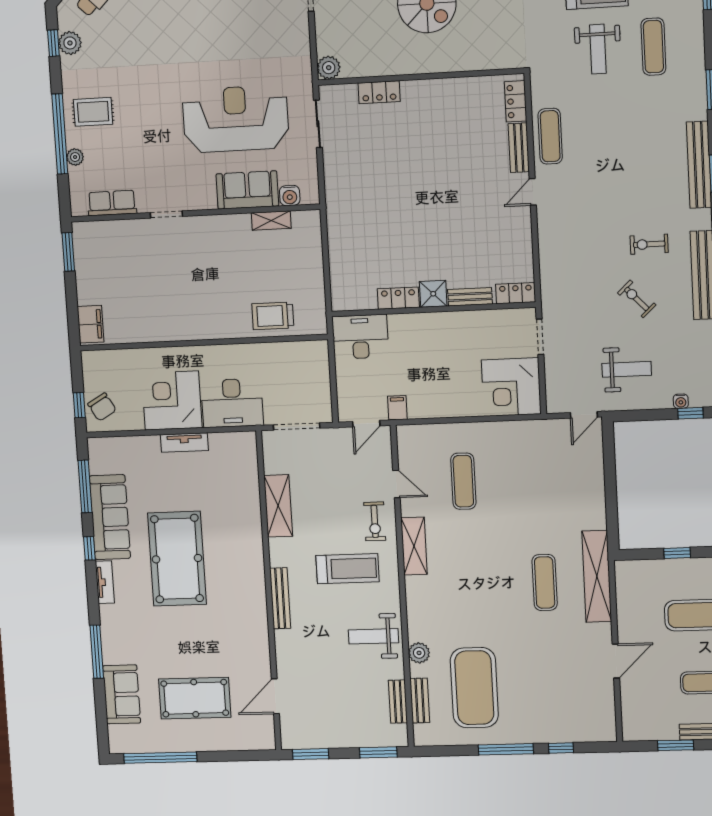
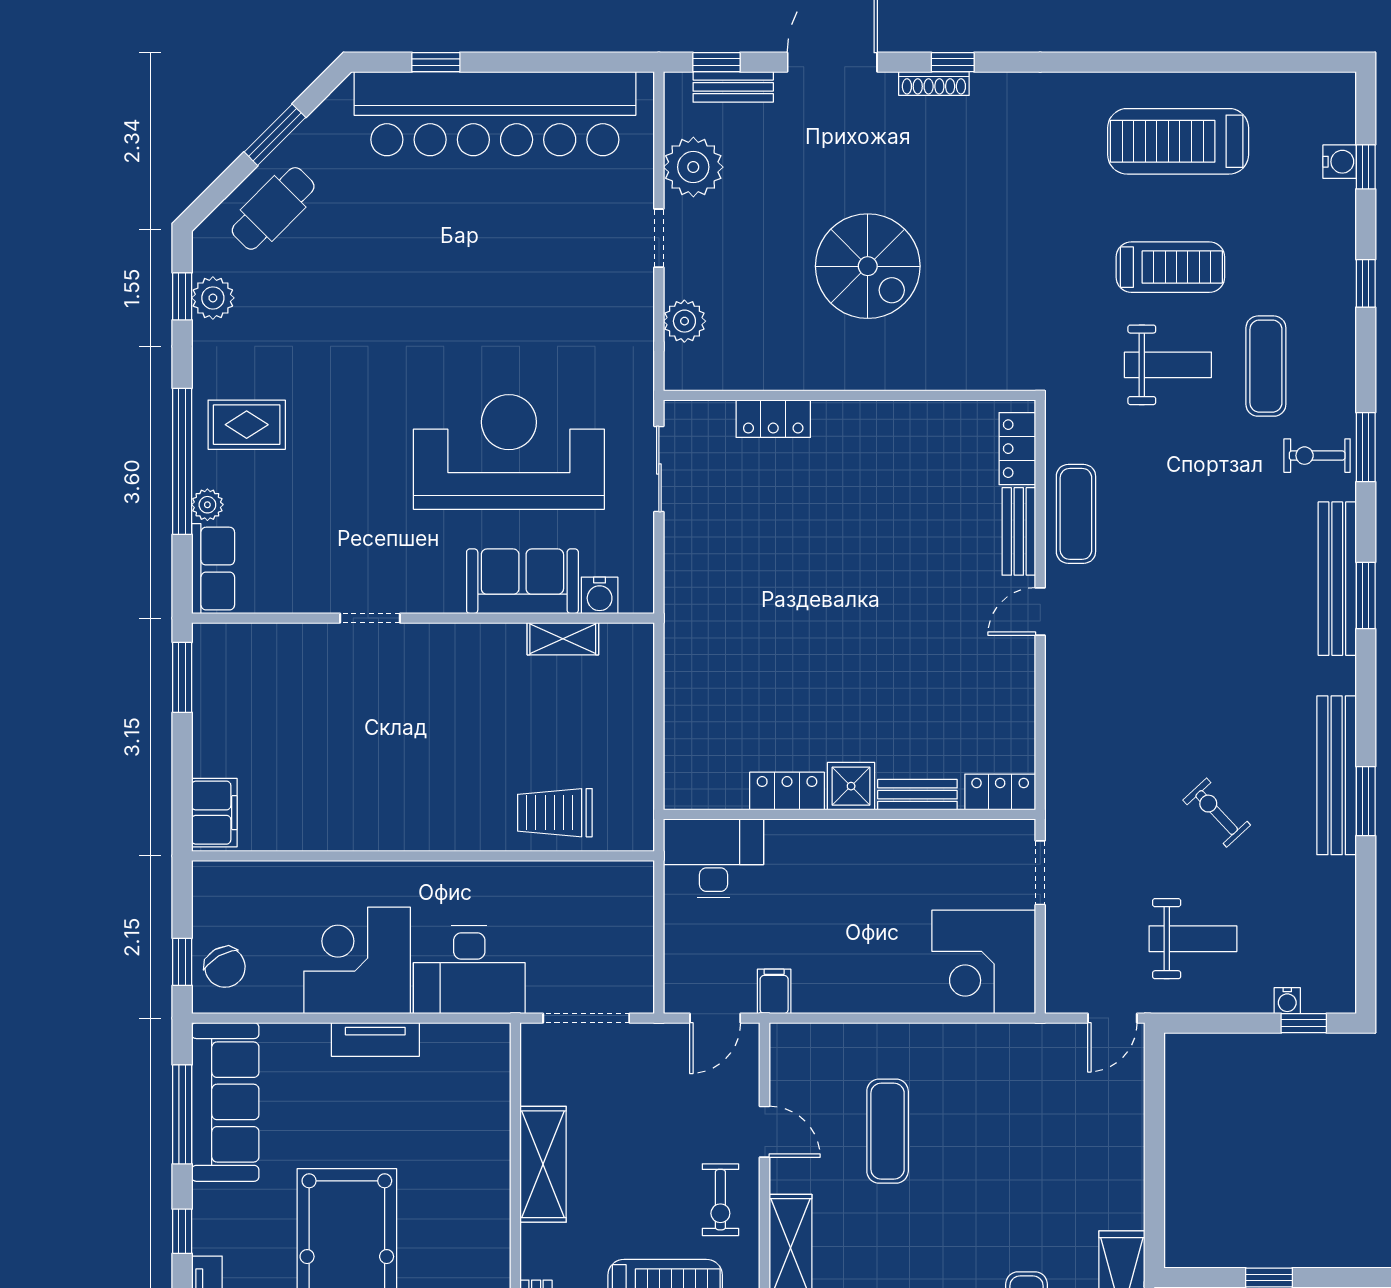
weight bench: (598, 49) -> (1168, 365), turned -90
plant: (329, 68) -> (684, 321), moved
row of seats: (112, 203) -> (213, 569), moved, turned 90
exercise bike: (649, 244) -> (1317, 456), moved
sofa: (110, 517) -> (225, 1102), moved

